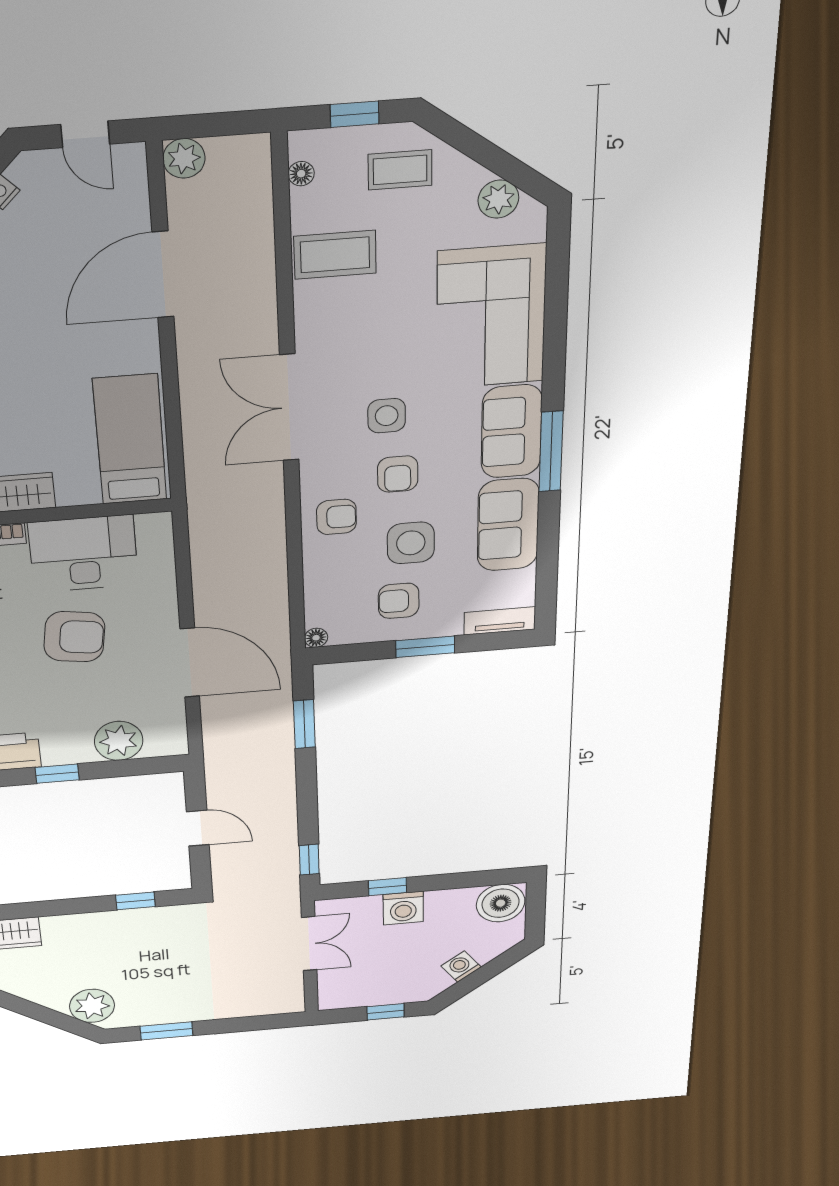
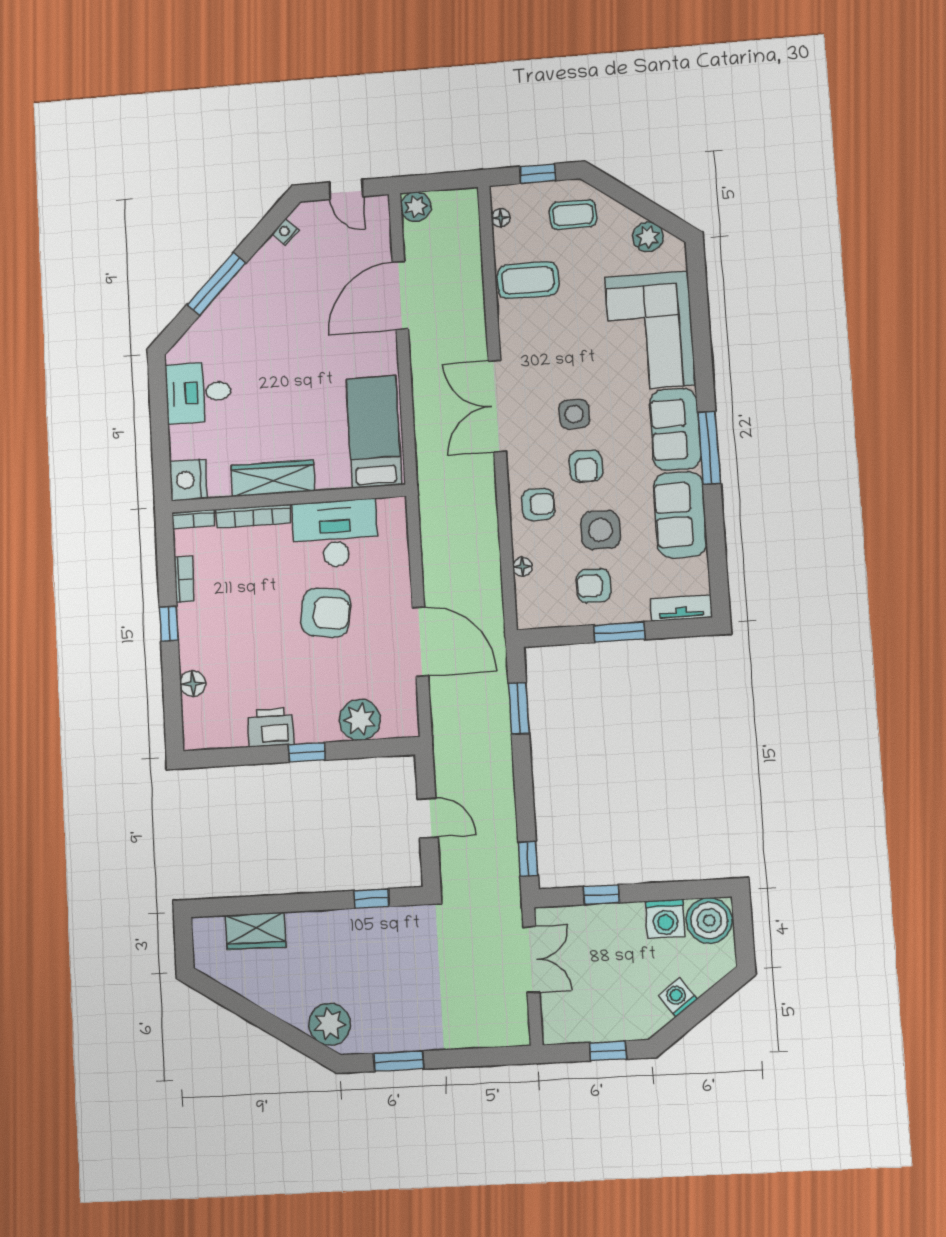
floor lamp: (316, 638) -> (522, 567), moved
washing machine: (403, 908) -> (665, 919), moved

